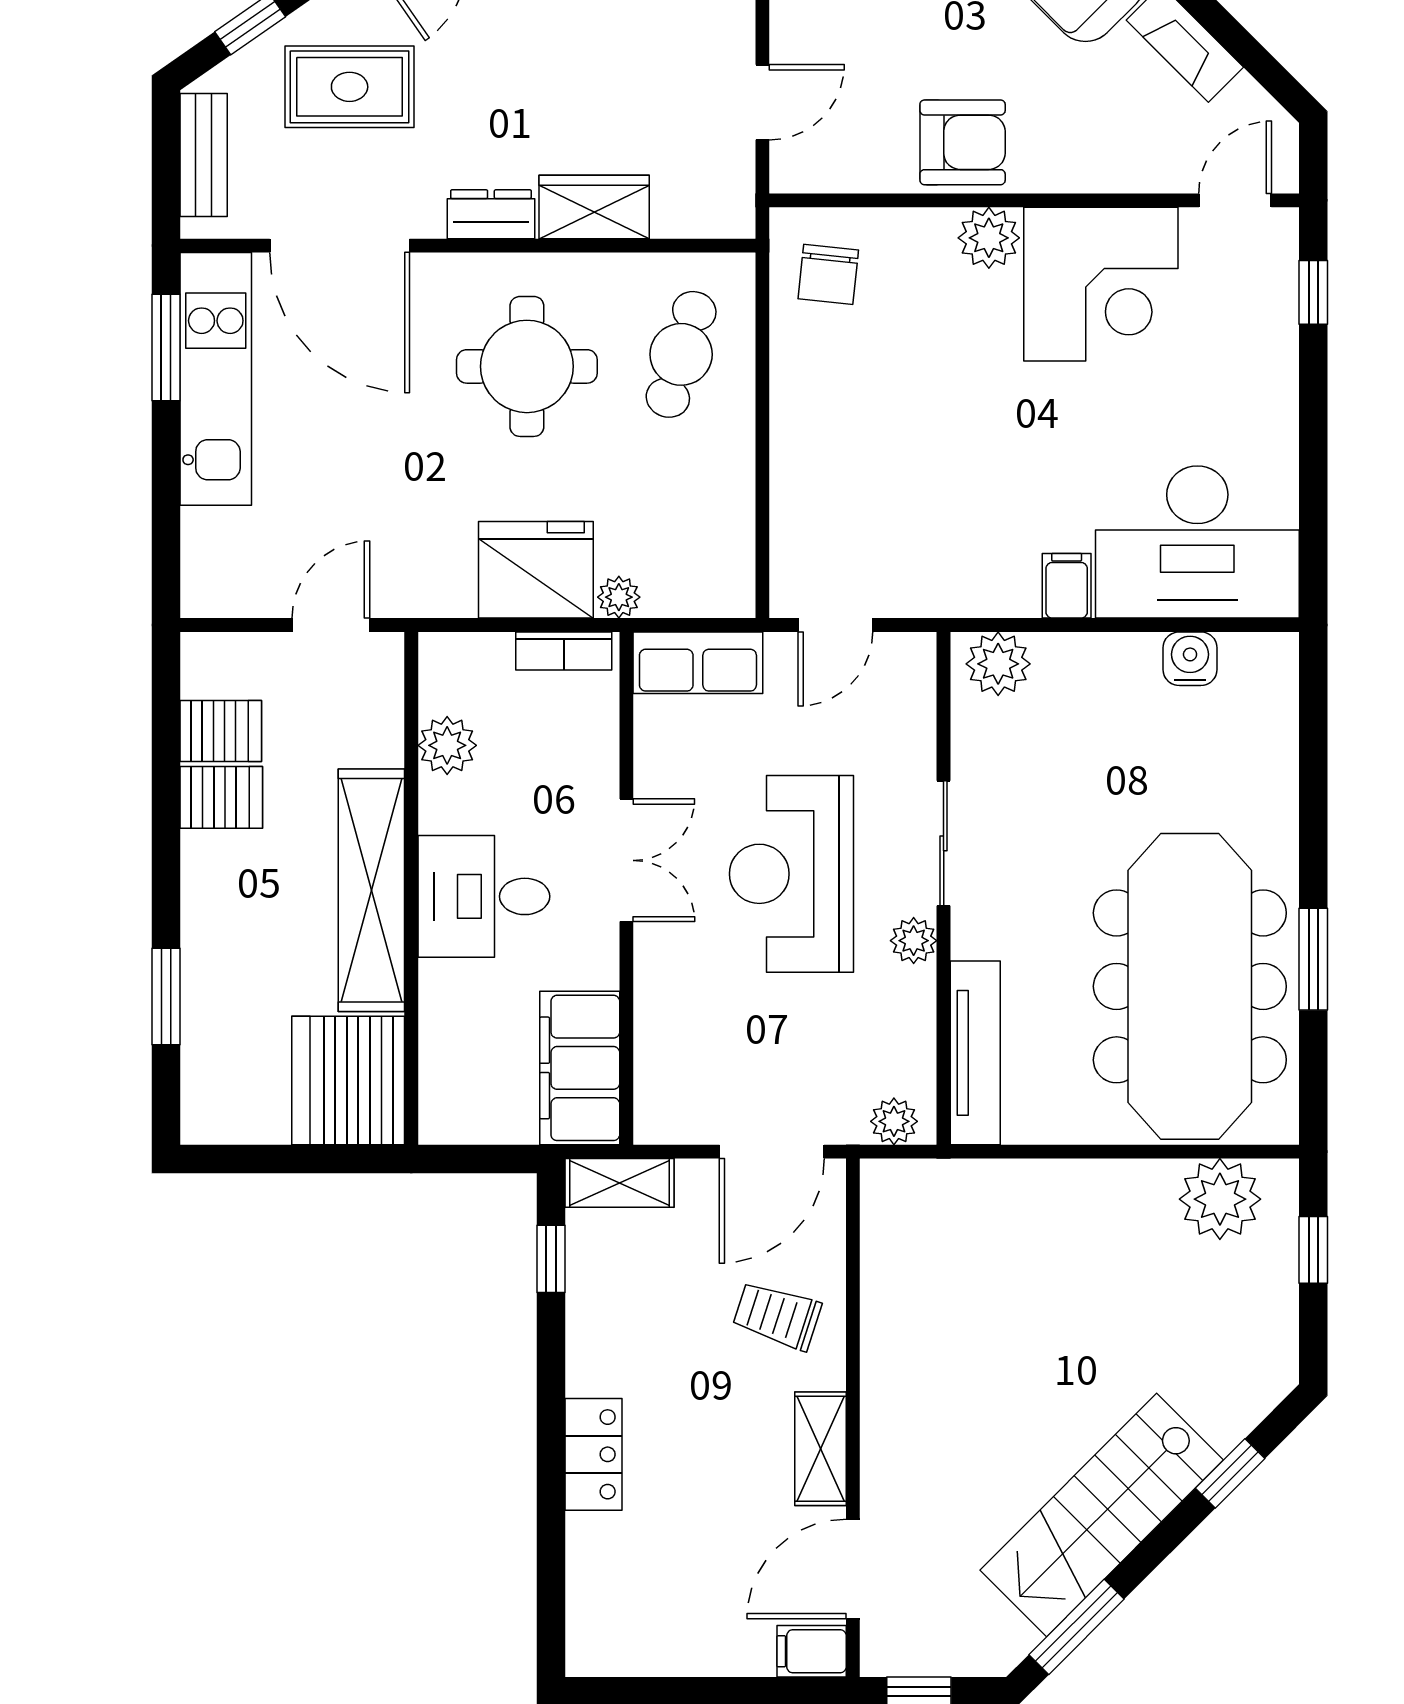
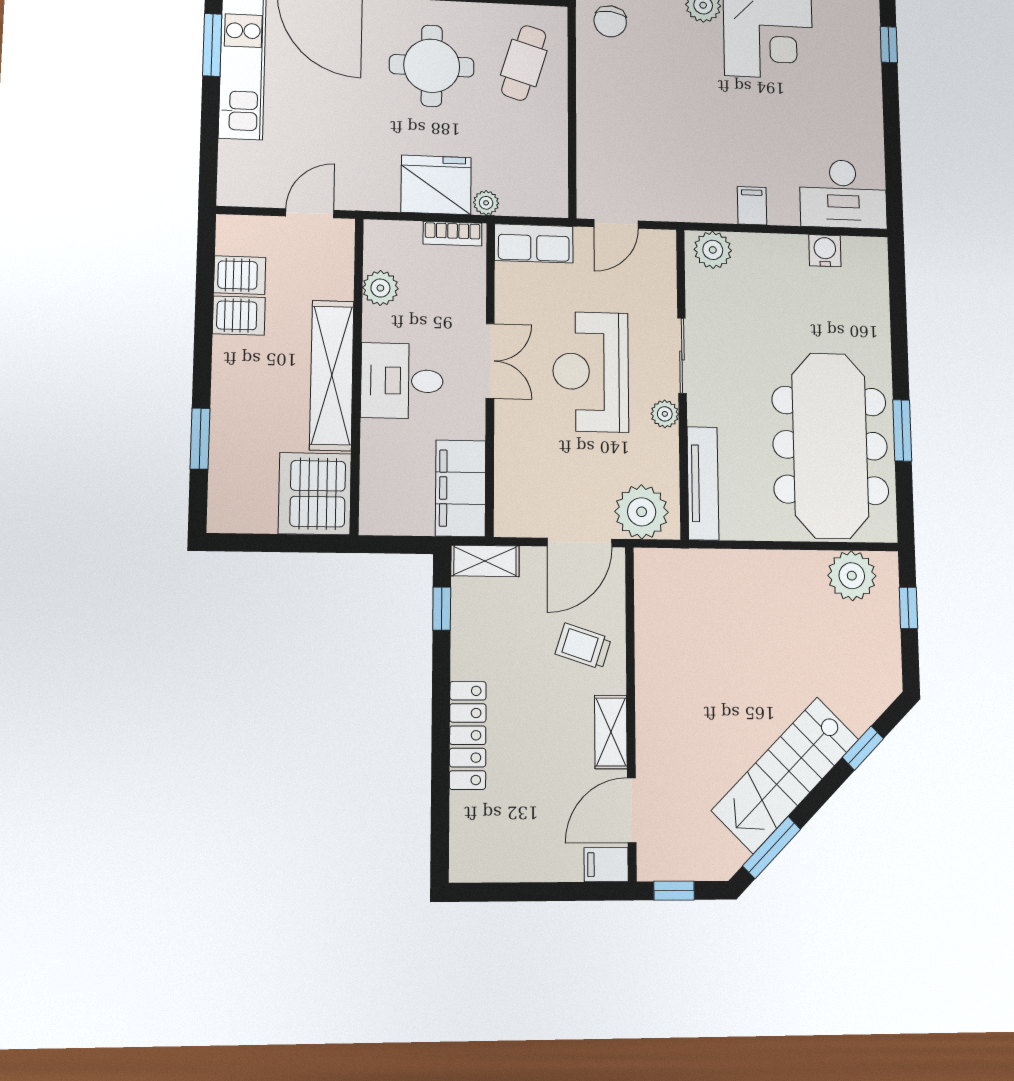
desk: (1197, 542) -> (843, 194), width x0.73, depth x0.77
plant: (894, 1121) -> (642, 512), width x1.87, depth x1.87
locker: (594, 1454) -> (468, 735), width x1.53

